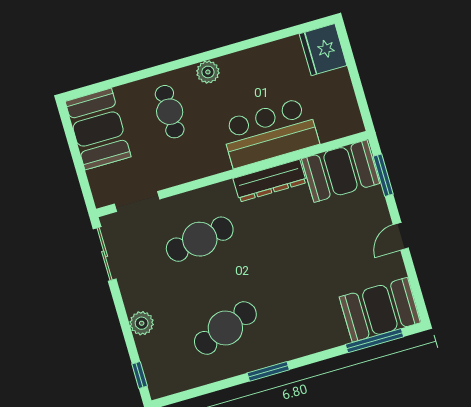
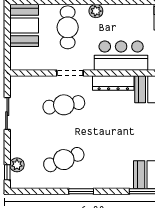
cafe table: (170, 112) -> (68, 27), width x1.37, depth x1.35
doorway: (137, 201) -> (70, 73), moved
sliding door: (105, 254) -> (7, 114), moved
plant: (142, 323) -> (17, 165), moved

